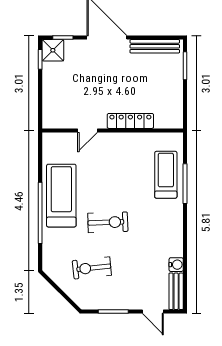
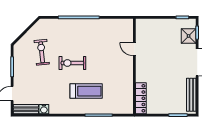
shower: (53, 50) -> (189, 36), moved
locker: (130, 121) -> (141, 98), moved
treadmill: (166, 175) -> (86, 91), moved
treadmill: (61, 196) -> (90, 32), removed
exercise bike: (108, 222) -> (72, 63), turned 92

